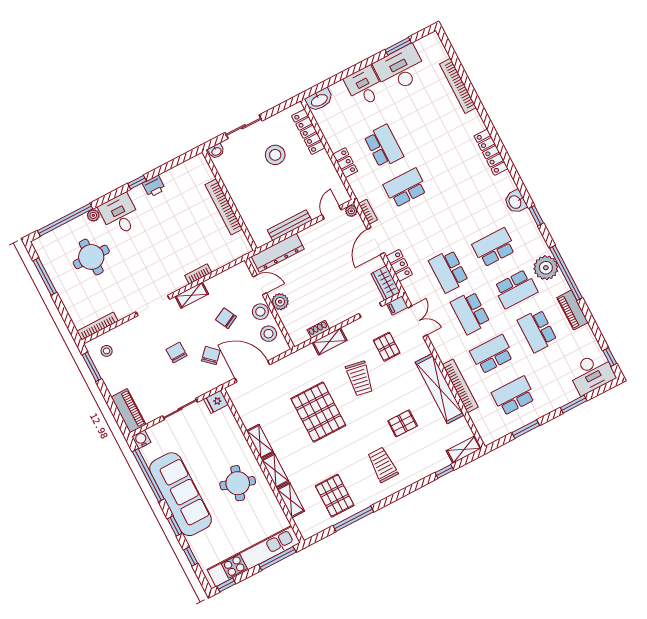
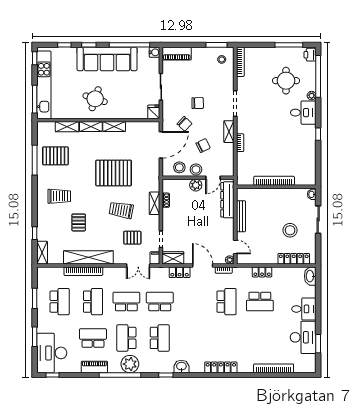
printer: (154, 186) -> (310, 55), moved
desk: (592, 373) -> (52, 353), width x1.36, depth x1.30

